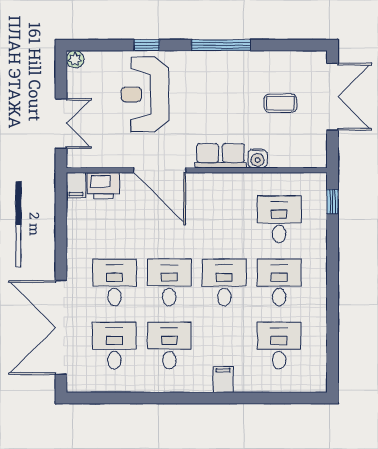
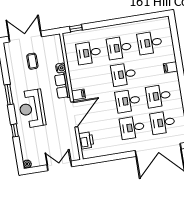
window: (221, 45) -> (9, 95), width x0.69
reception desk: (145, 94) -> (32, 109), moved, turned 90
filing cabinet: (76, 185) -> (78, 95), moved

